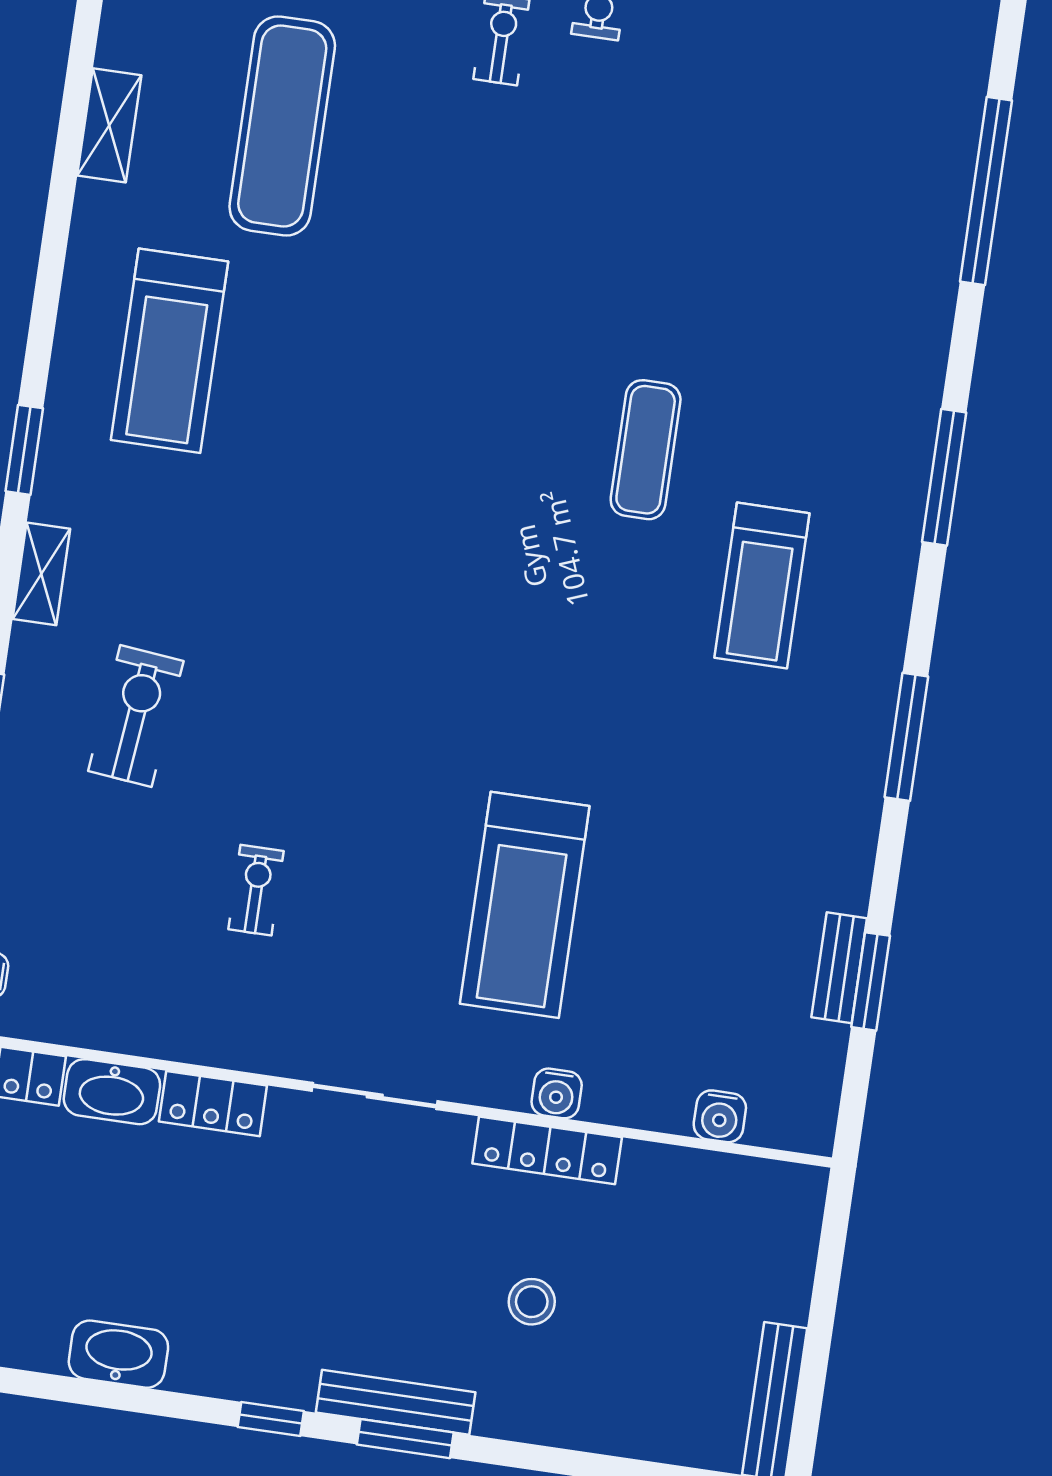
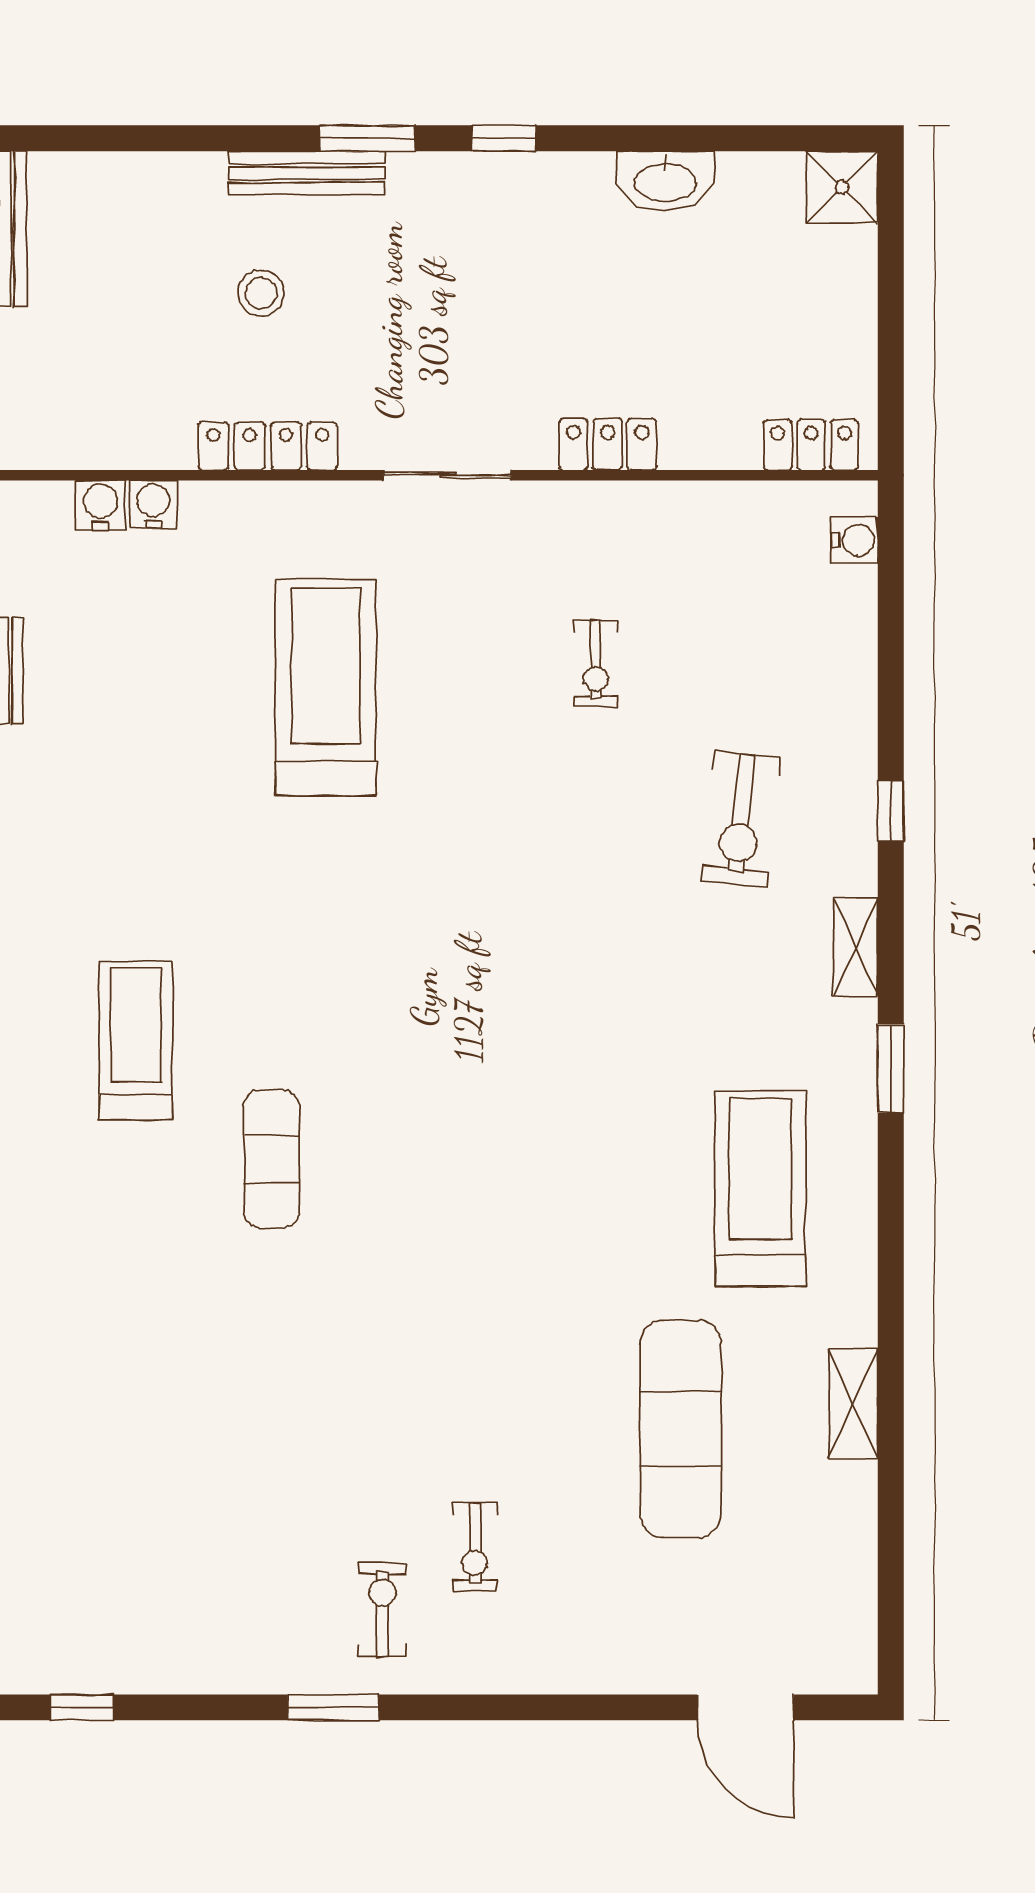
washbasin: (112, 1092) -> (710, 441), removed
water cooler: (557, 1093) -> (153, 504), moved
bench: (396, 1402) -> (307, 173), moved

